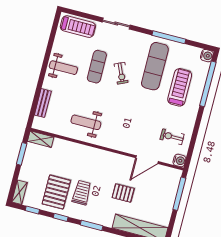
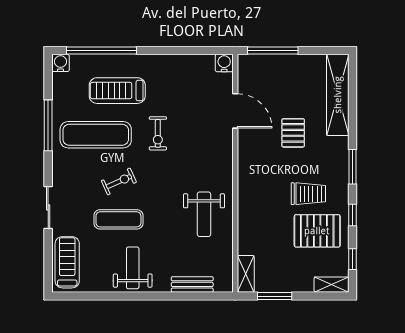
exercise bike: (172, 137) -> (158, 133), moved
trolley: (82, 193) -> (308, 194), turned 180

